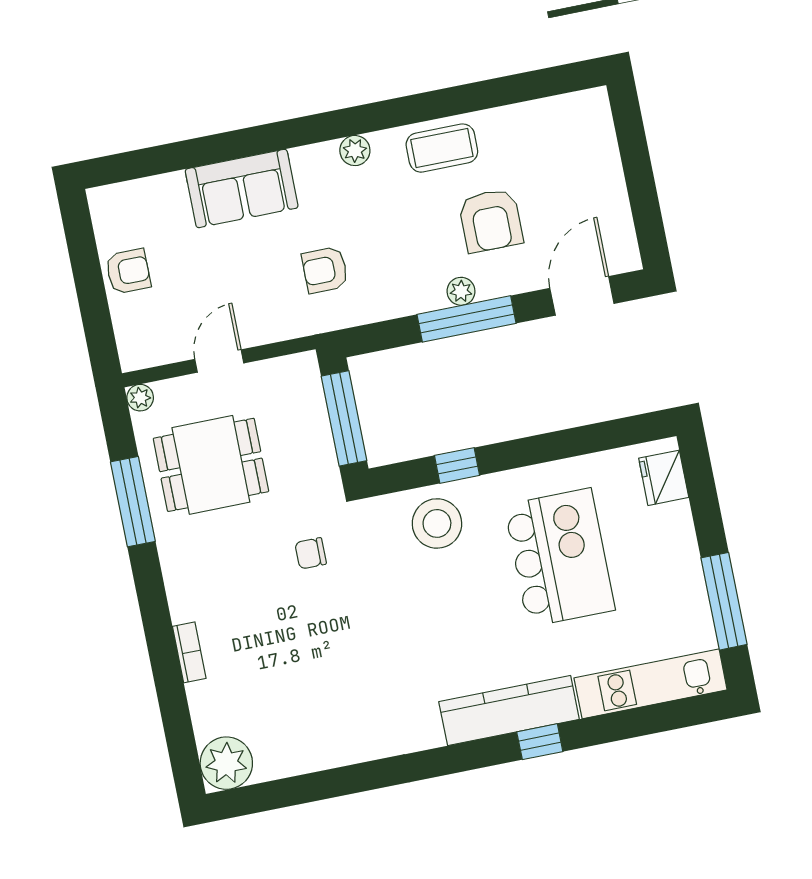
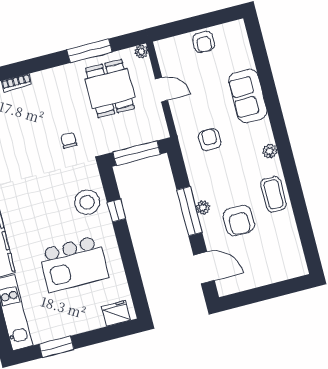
armchair: (491, 220) -> (239, 220), turned -90
window: (724, 601) -> (57, 347), width x0.69

